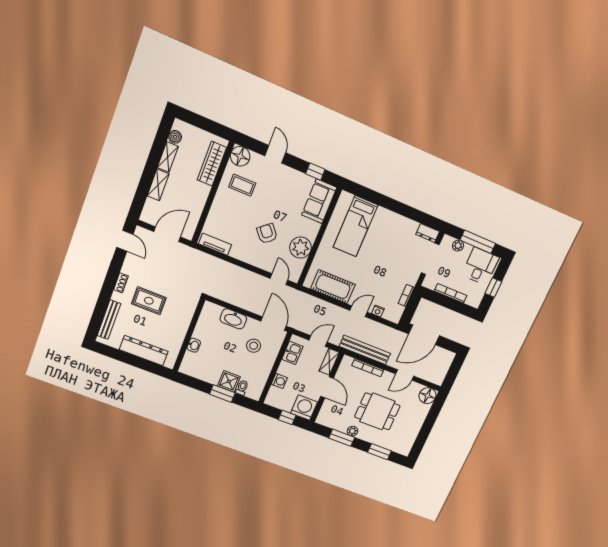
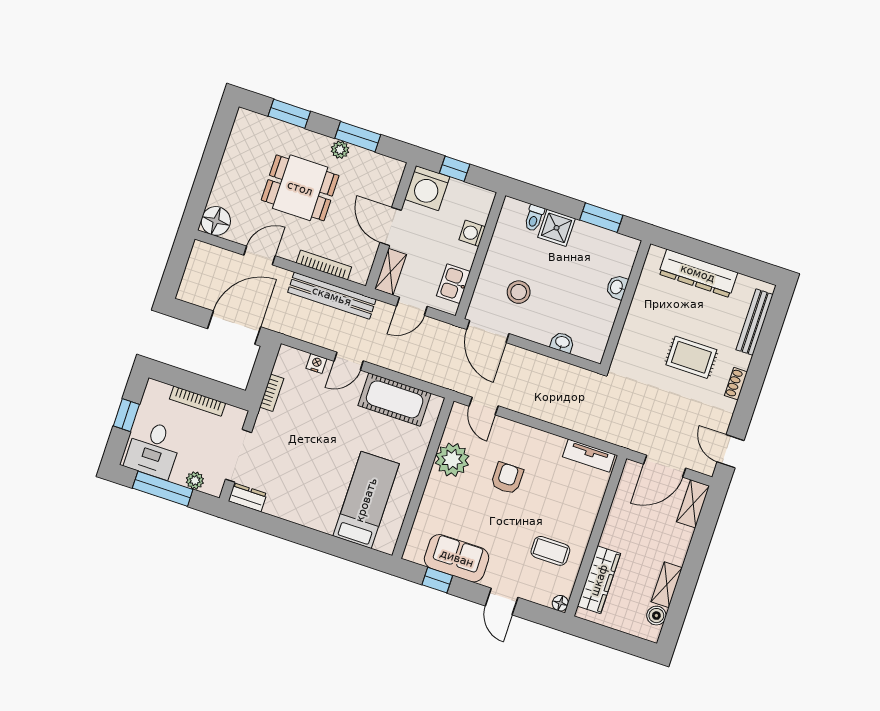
floor lamp: (240, 156) -> (560, 603), width x0.53, depth x0.53
shelving: (158, 185) -> (693, 504), moved
sofa: (319, 201) -> (457, 558), moved, turned -90
armchair: (267, 234) -> (507, 478), turned -140
washbasin: (233, 319) -> (562, 342), width x0.52, depth x0.69
window: (222, 393) -> (601, 218), moved

